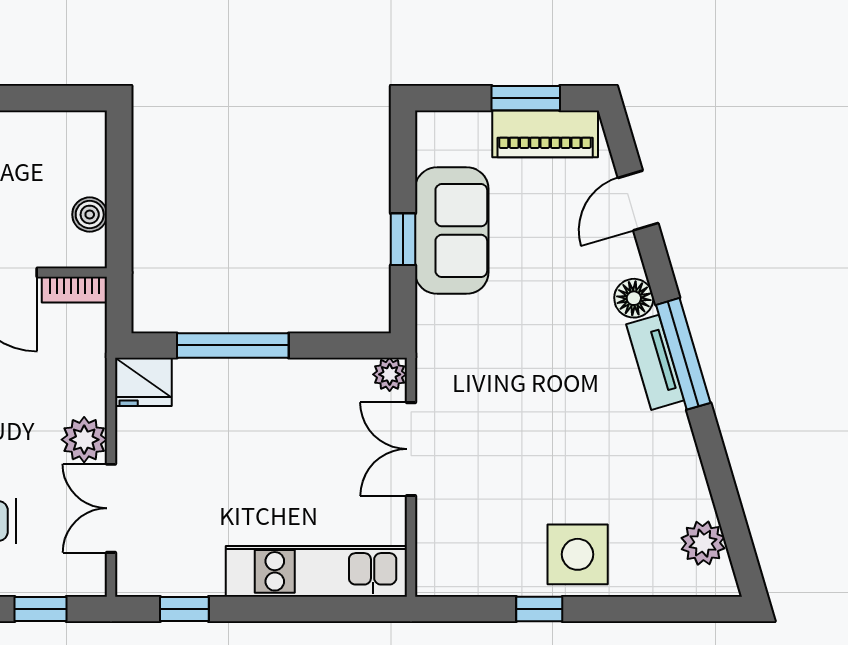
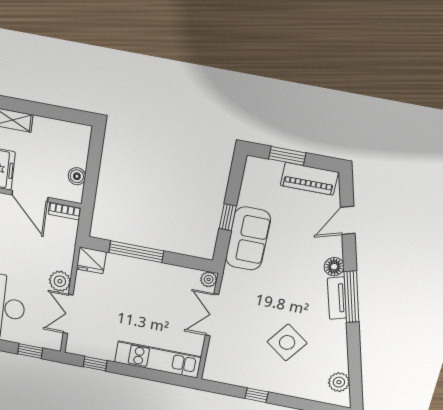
window: (526, 98) -> (287, 156), moved
sofa: (452, 231) -> (248, 239), moved
side table: (578, 554) -> (287, 342), moved, turned 36

